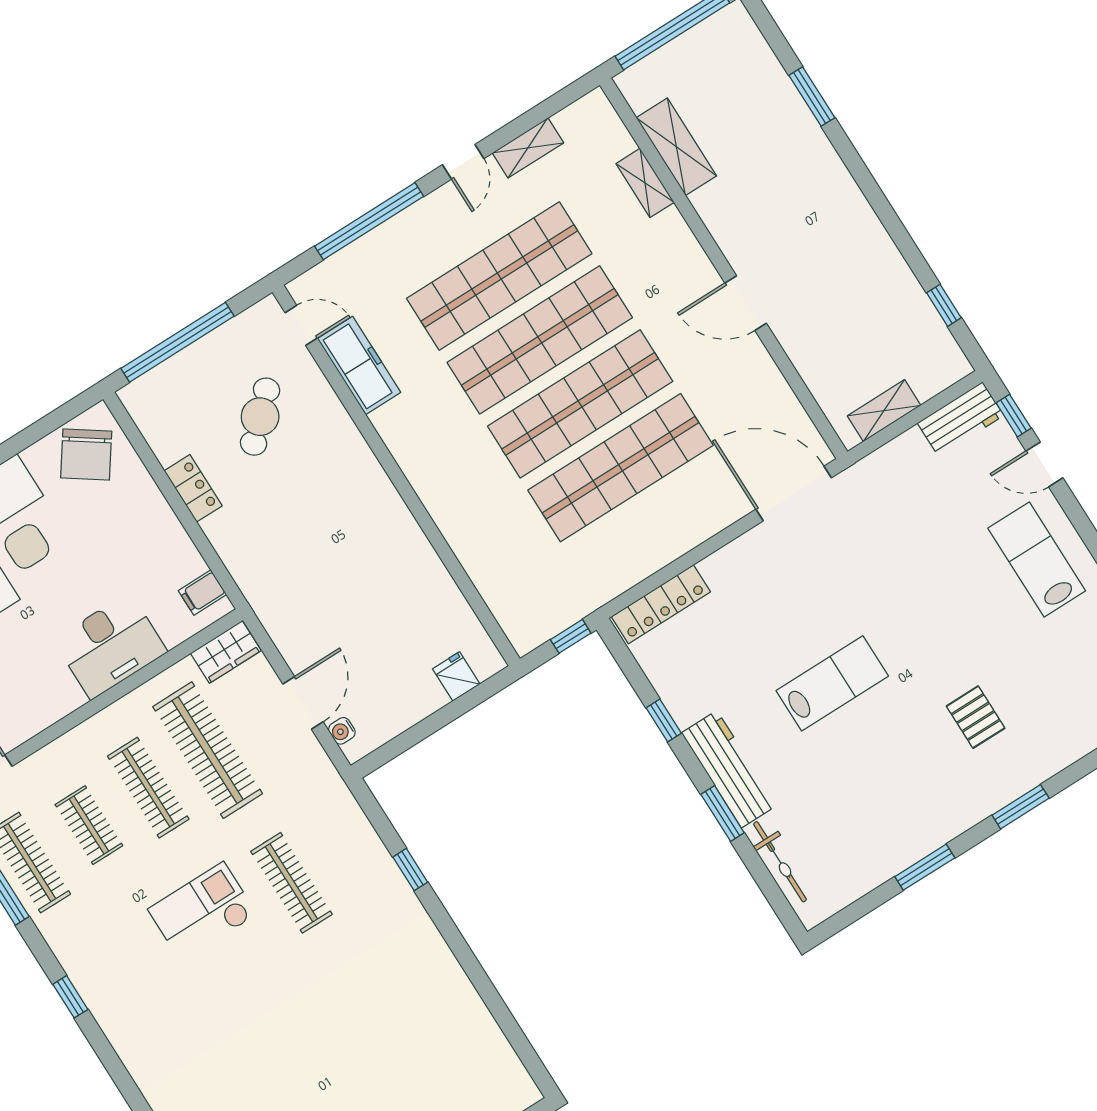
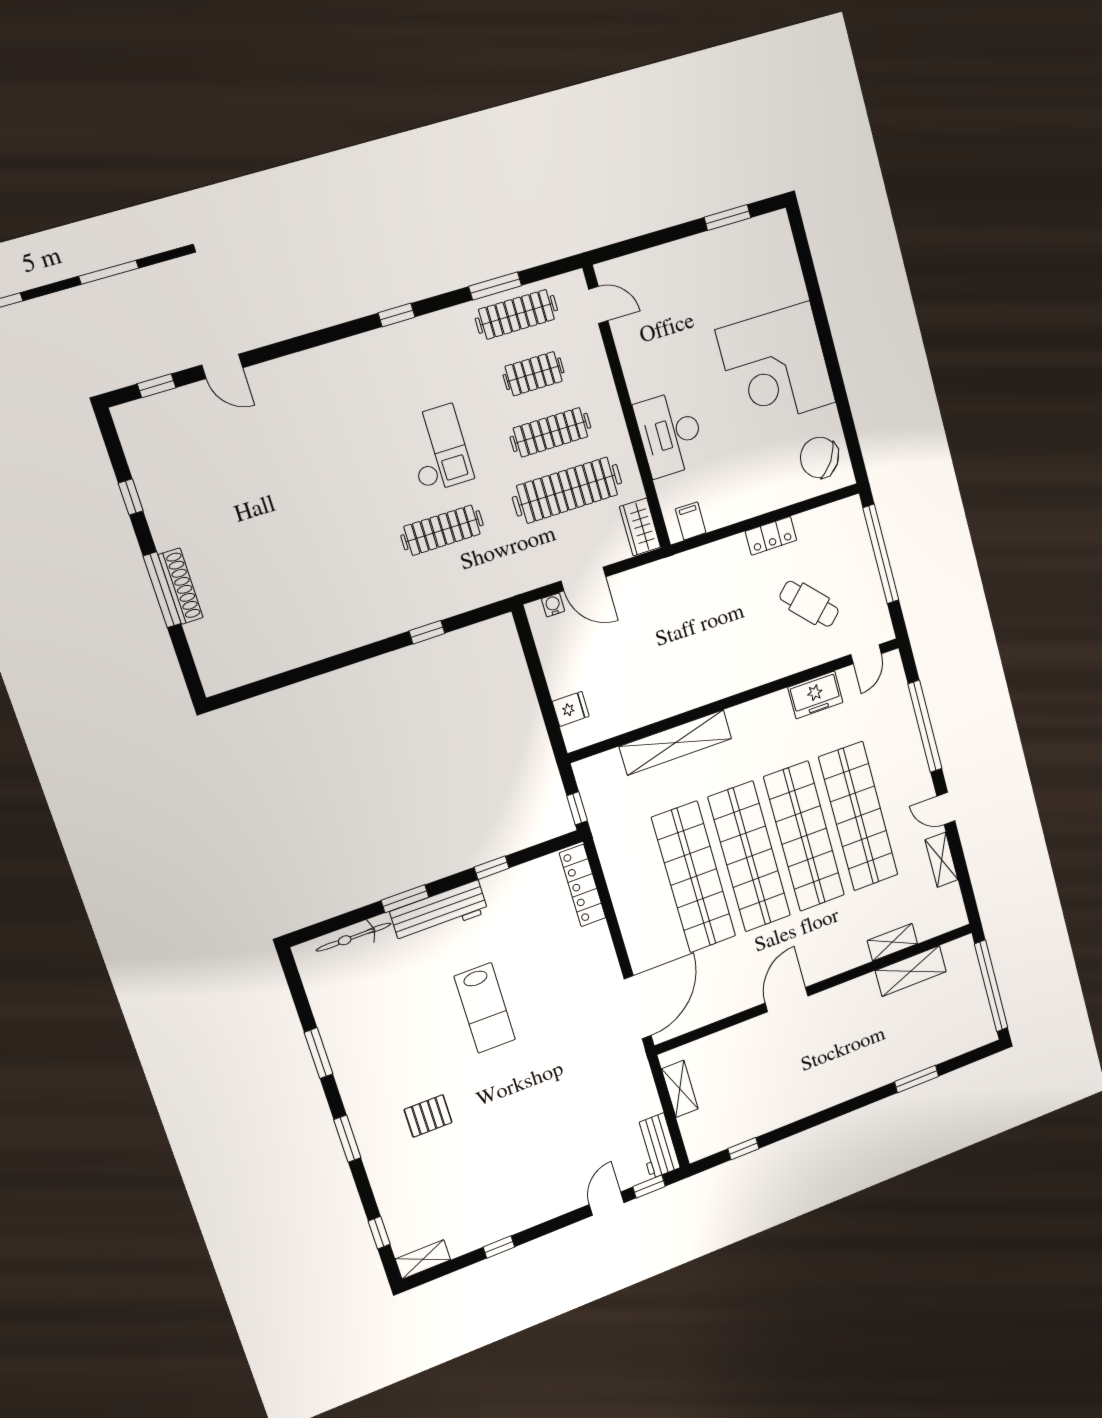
freezer: (359, 365) -> (815, 695), width x0.71
shelving: (465, 537) -> (676, 743), added
lab bench: (1037, 560) -> (537, 1185), removed

